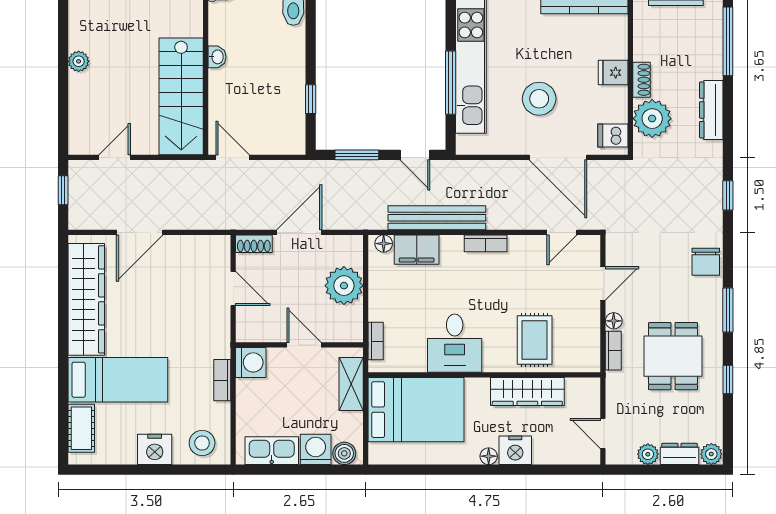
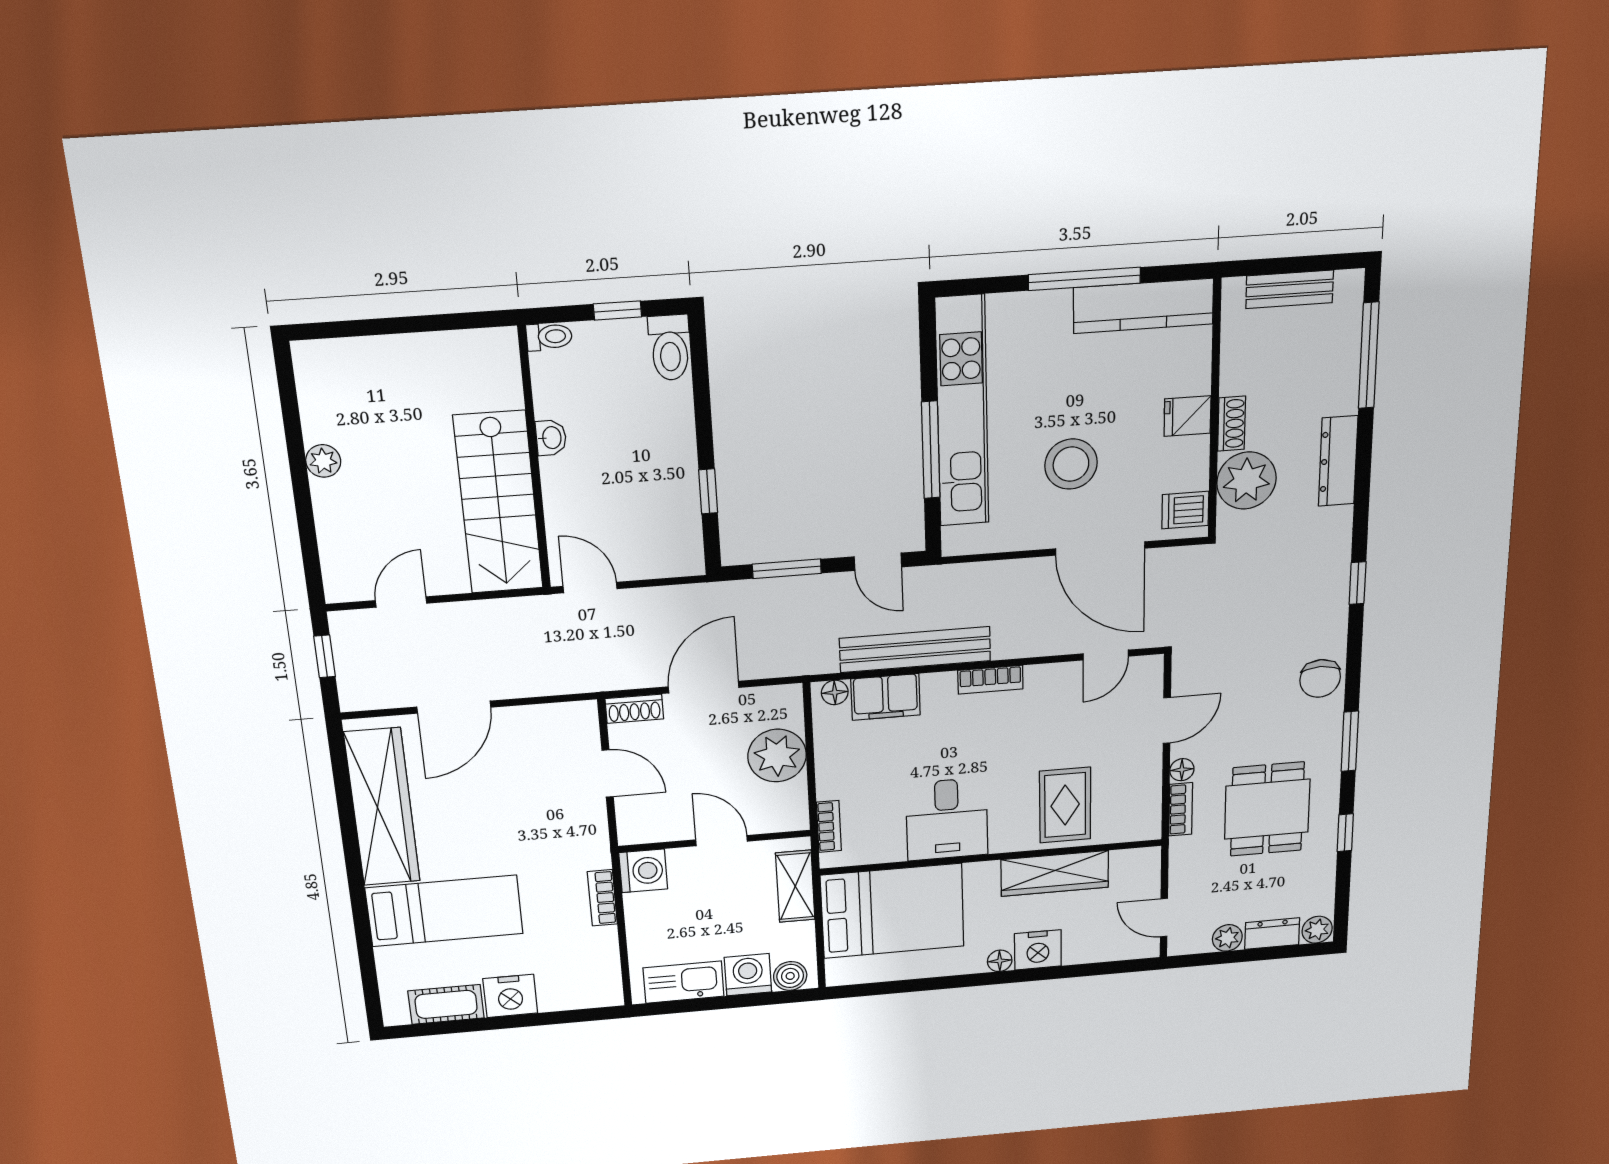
cot: (81, 428) -> (446, 1004), moved, turned 90
stool: (202, 443) -> (580, 981), removed

